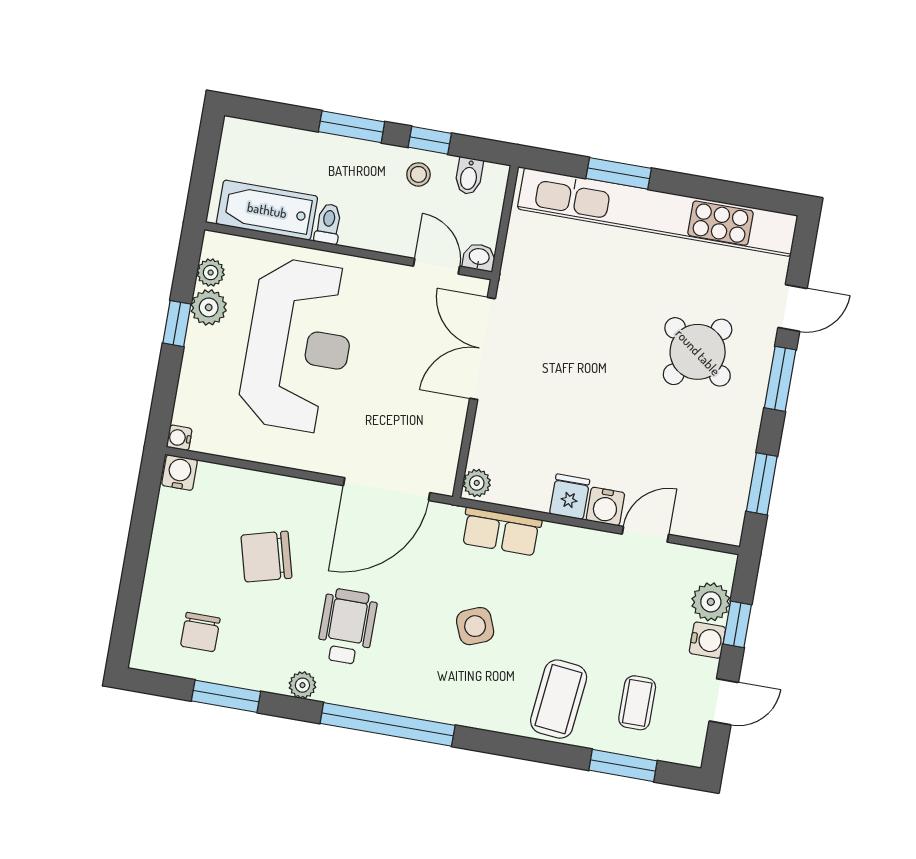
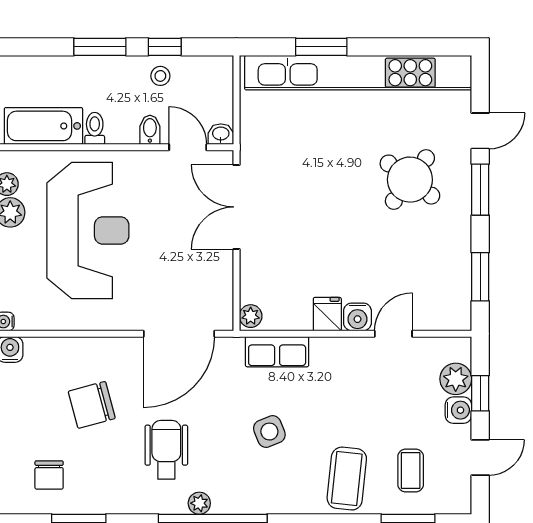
bidet: (469, 176) -> (150, 130), moved, turned 180
plant: (302, 685) -> (199, 503), moved

